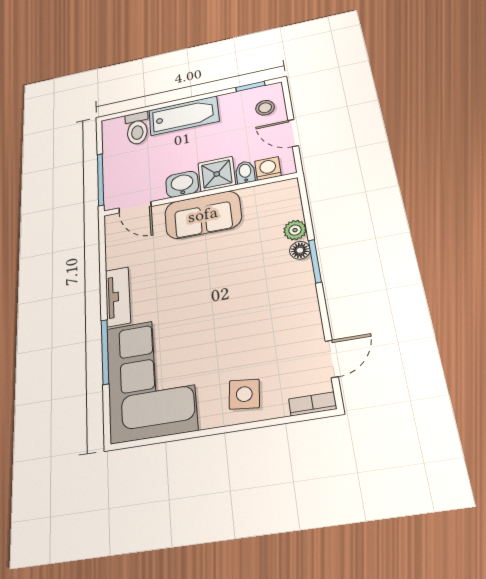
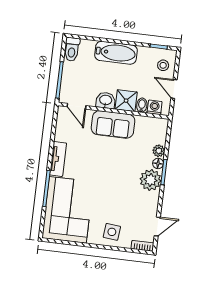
toilet: (137, 128) -> (72, 49), moved
plant: (294, 281) -> (151, 180), added

